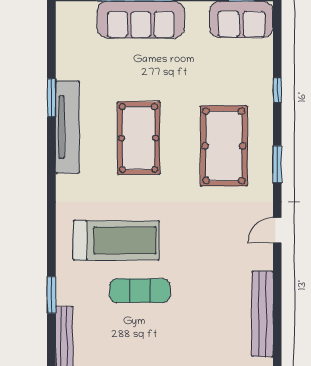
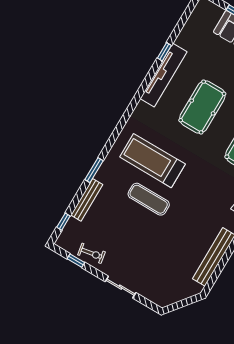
window: (51, 98) -> (164, 52), width x0.67
treadmill: (116, 240) -> (152, 161), turned 180

